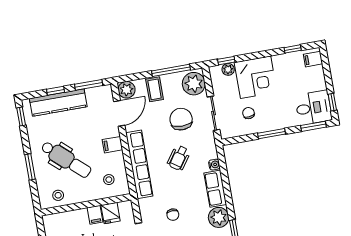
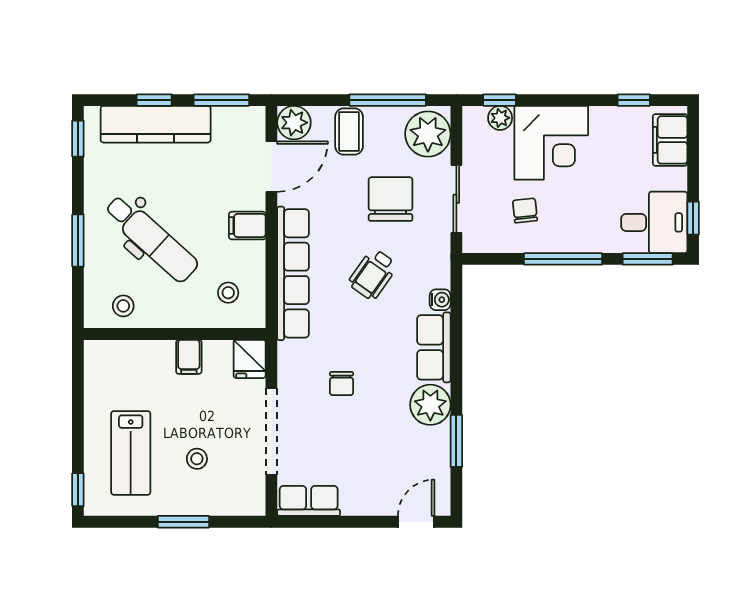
filing cabinet: (313, 59) -> (670, 140), width x2.00
window: (272, 134) -> (563, 259), width x1.44
fridge: (111, 213) -> (250, 359), moved

